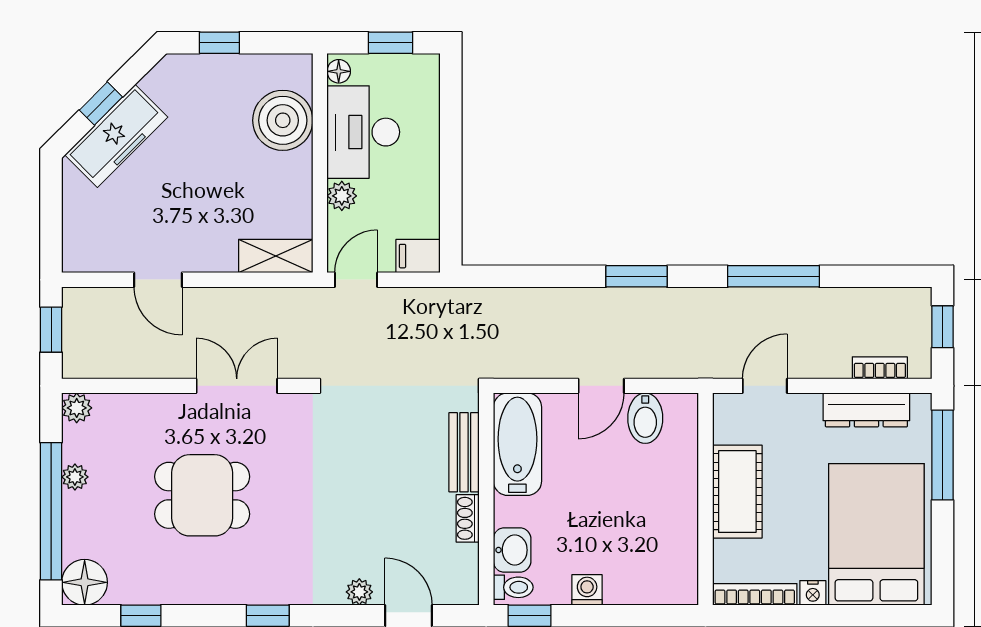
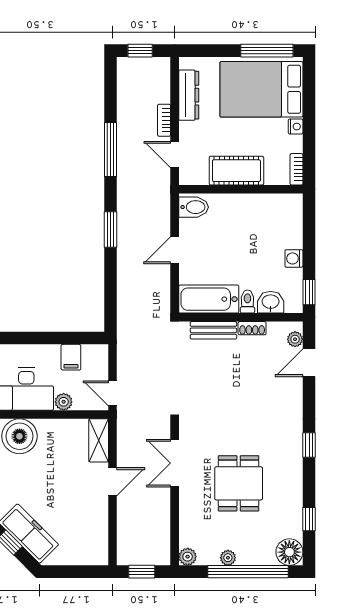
filing cabinet: (418, 256) -> (71, 357), moved
door: (158, 280) -> (113, 482), moved
bookcase: (880, 368) -> (164, 120), moved
door: (601, 386) -> (175, 250), swing flipped
bidet: (645, 418) -> (194, 207), moved
window: (943, 455) -> (267, 51), moved
toilet: (513, 587) -> (247, 302), moved
plant: (359, 592) -> (295, 339), moved
bookcase: (755, 594) -> (296, 169), width x0.64

